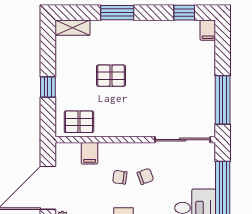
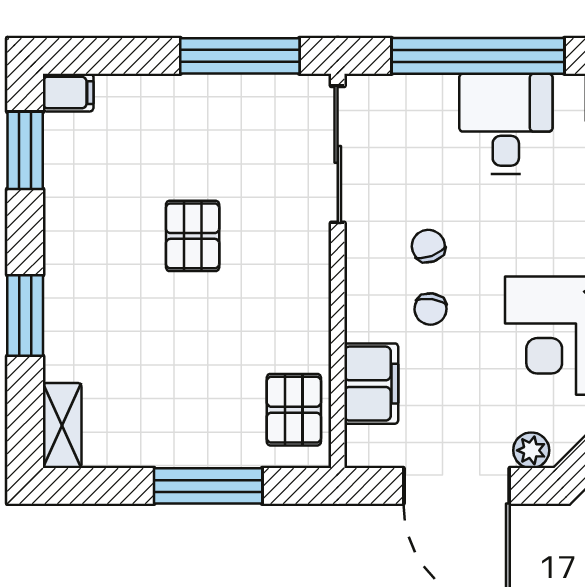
window: (184, 13) -> (25, 150), width x1.50
pallet: (111, 76) -> (193, 236), moved
window: (48, 87) -> (208, 486), width x2.17
filing cabinet: (90, 153) -> (371, 384), width x2.00

